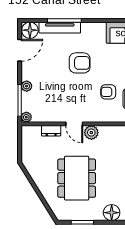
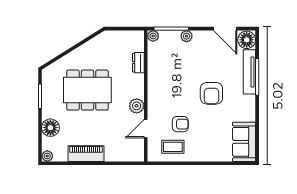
armchair: (108, 92) -> (180, 124), turned 90
door: (74, 124) -> (146, 129), moved

